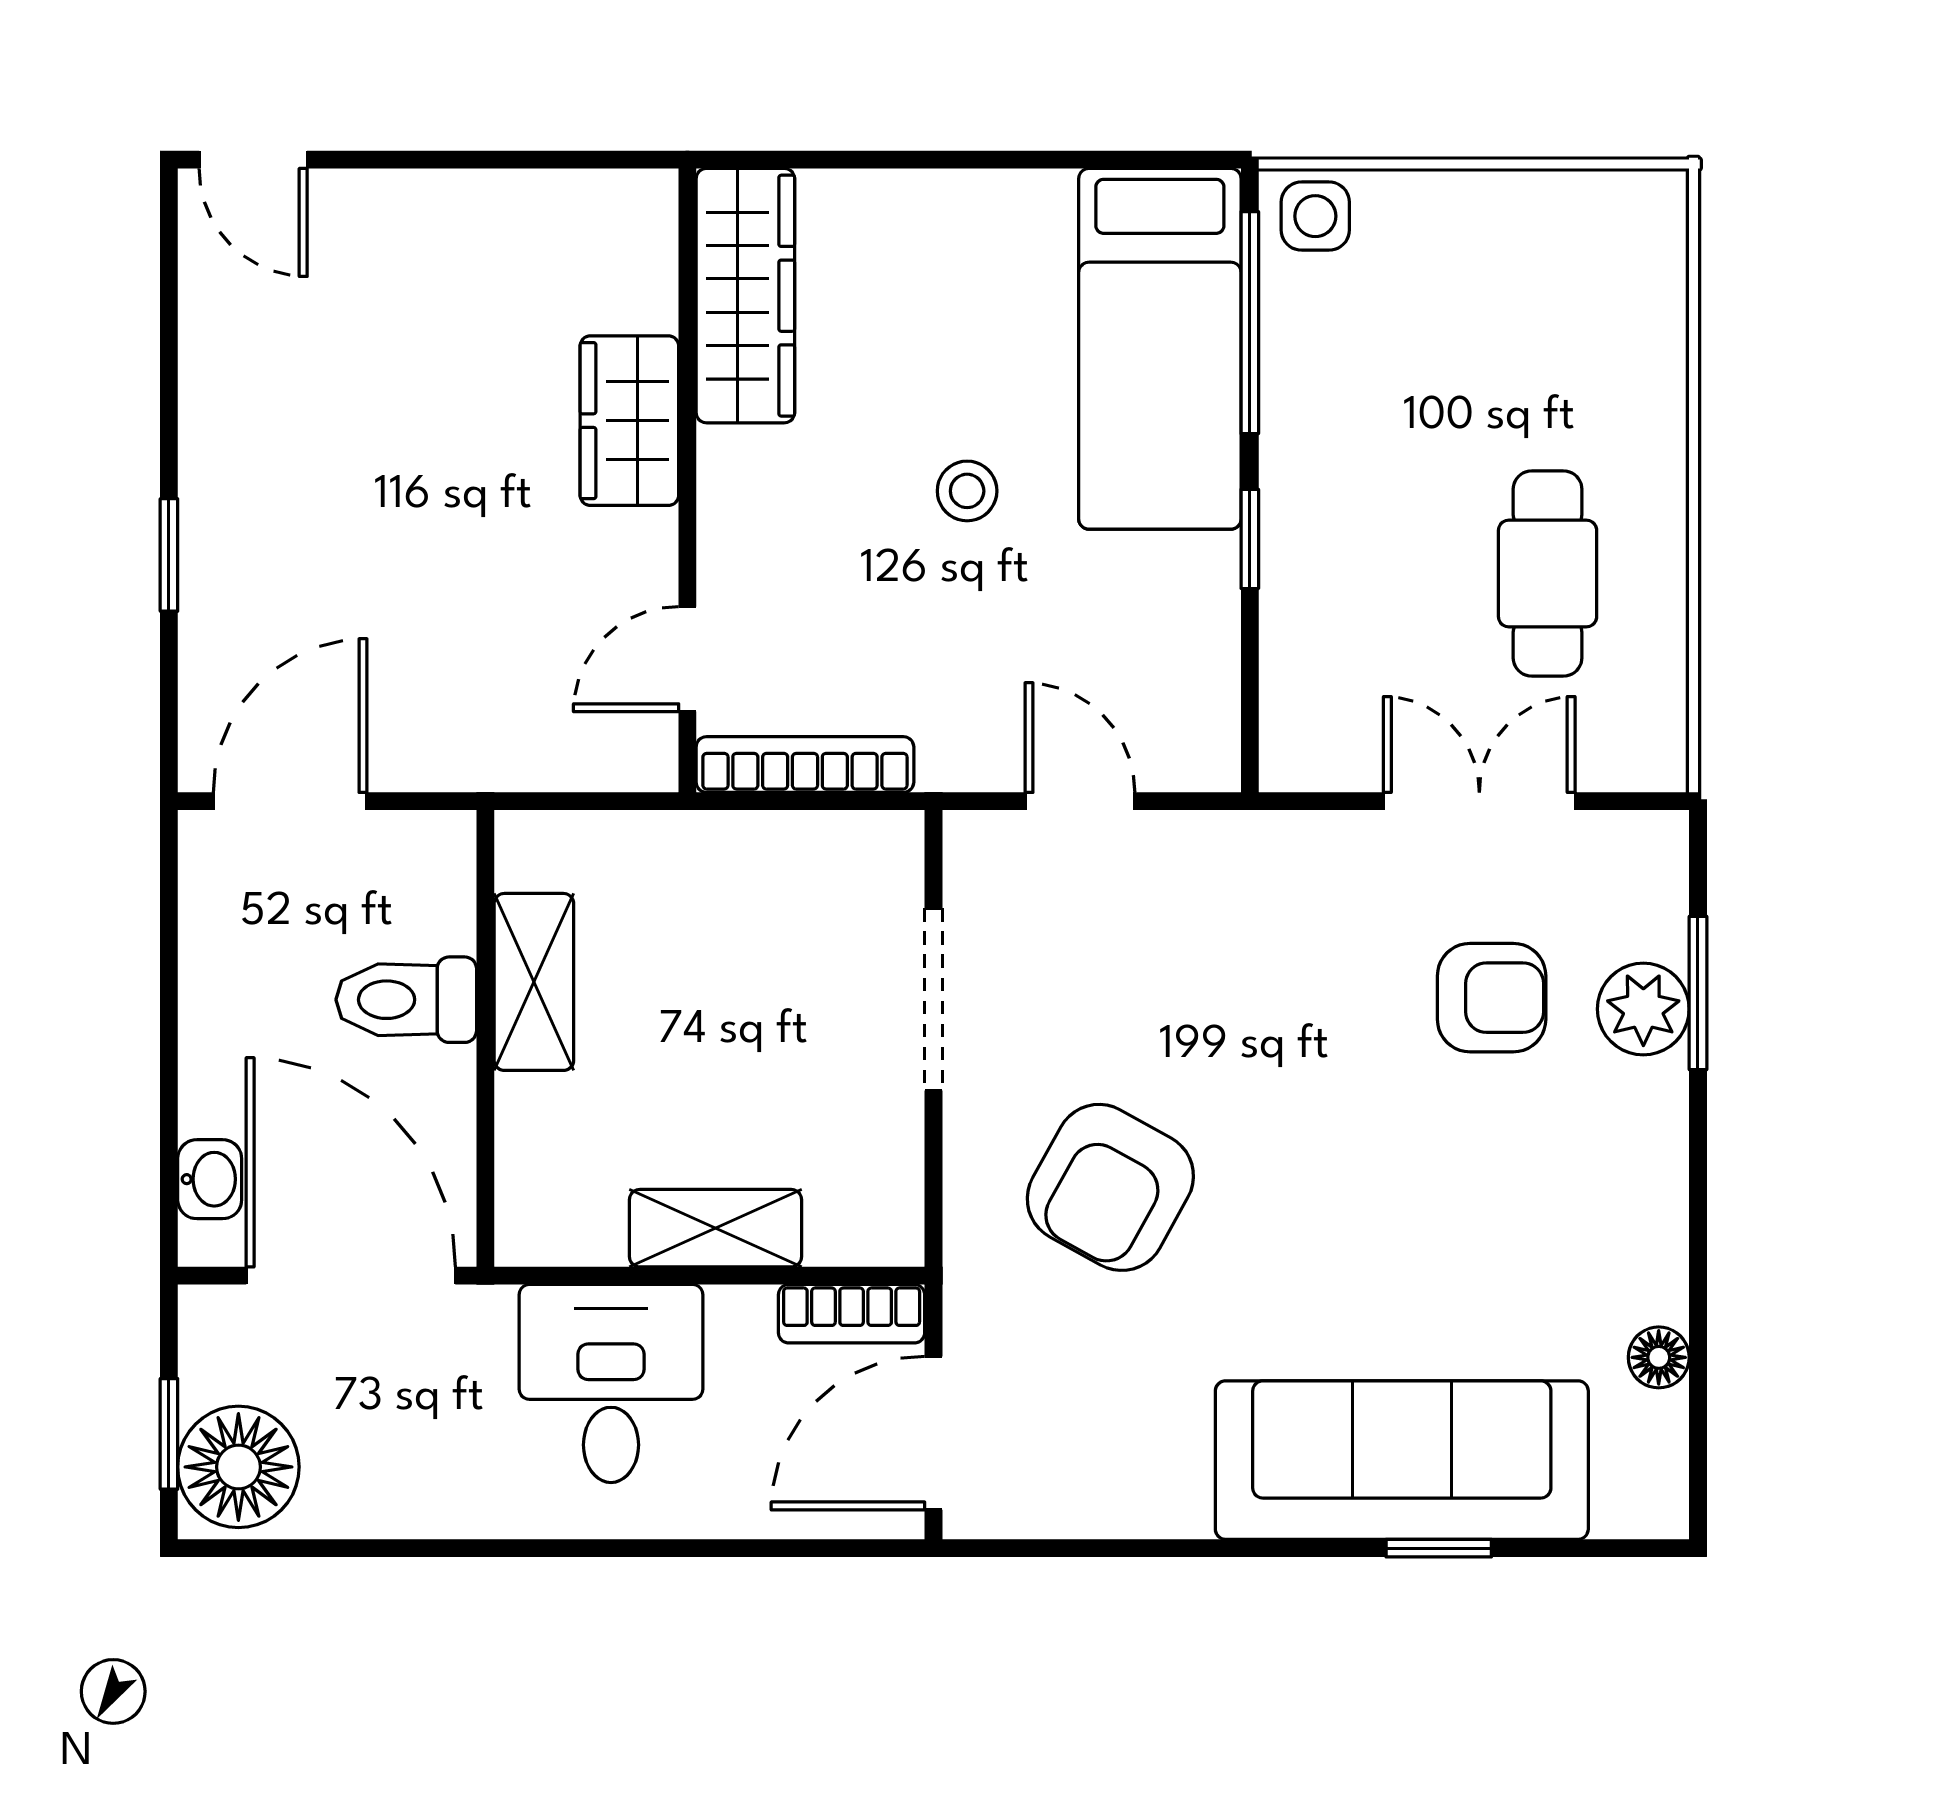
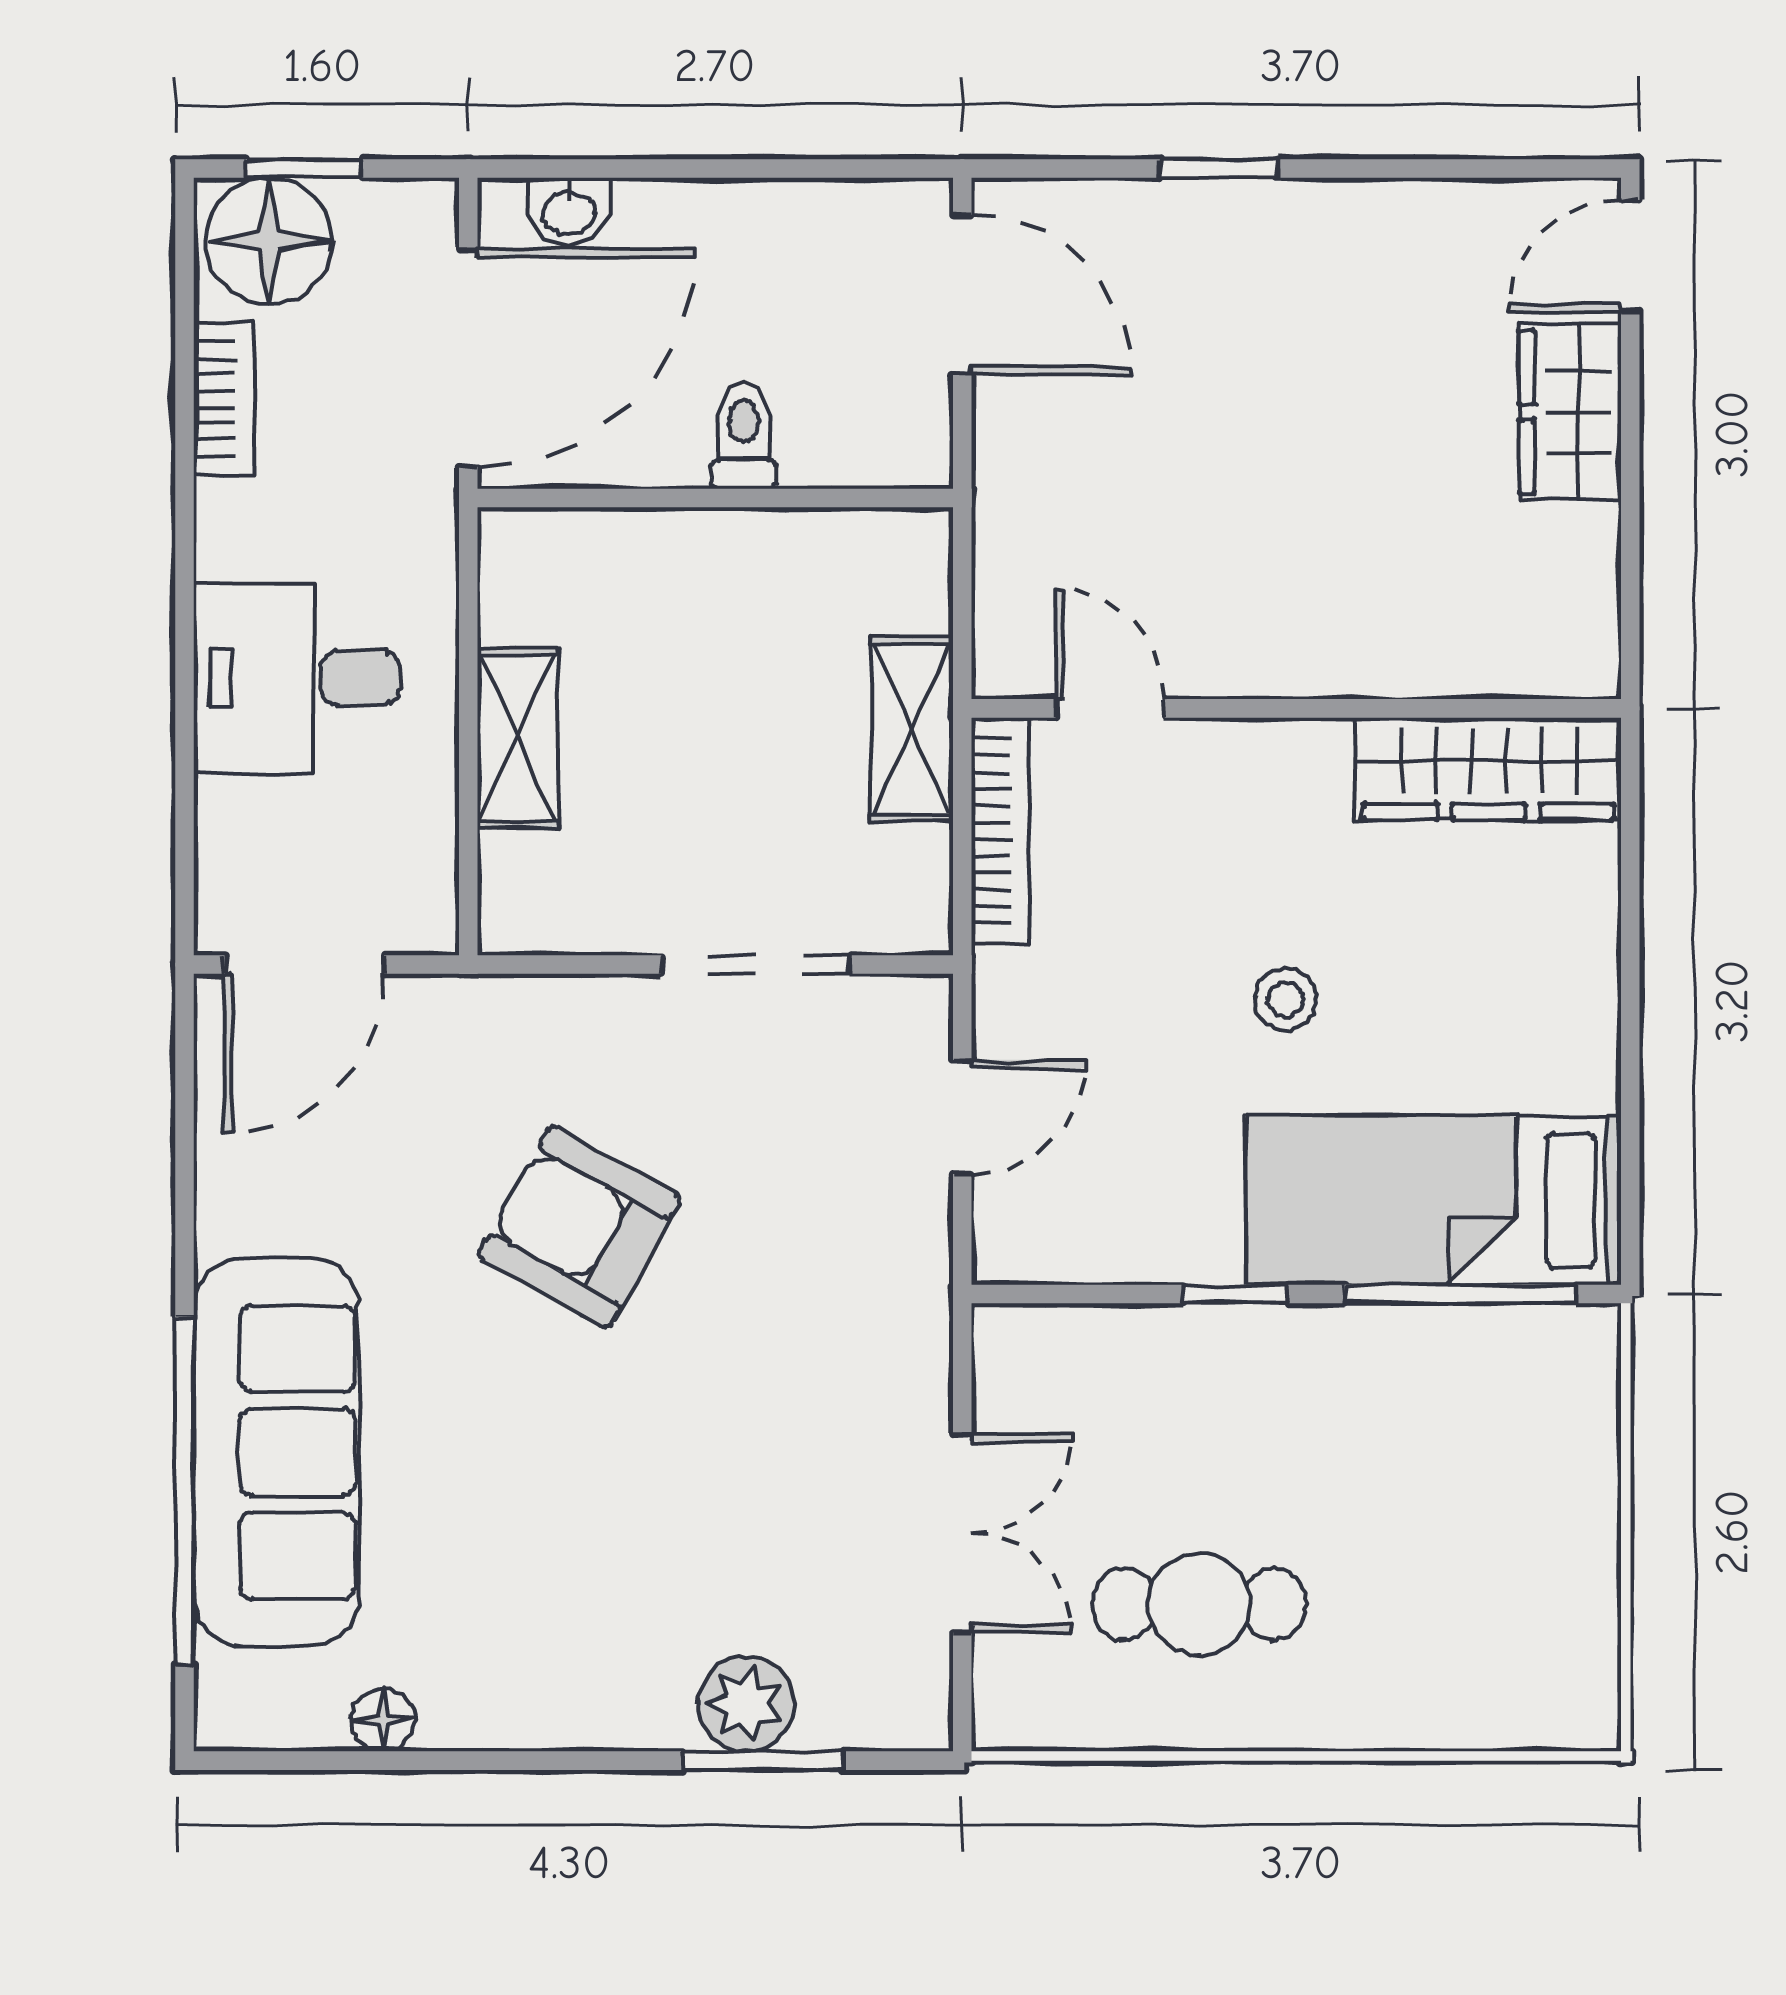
side table: (1315, 216) -> (1572, 1362), removed
wardrobe: (629, 421) -> (1570, 412), moved, turned -90
shelving: (534, 982) -> (912, 729), moved, turned 90
armchair: (1492, 998) -> (758, 1546), removed
toilet: (406, 1000) -> (744, 436), width x0.73, depth x0.72
armchair: (1110, 1187) -> (580, 1227), moved
bookcase: (852, 1314) -> (224, 399), moved, turned 180
desk: (611, 1383) -> (297, 678), moved, turned 180
door: (933, 1433) -> (304, 965), swing flipped
window: (1439, 1548) -> (185, 1491), width x3.17

